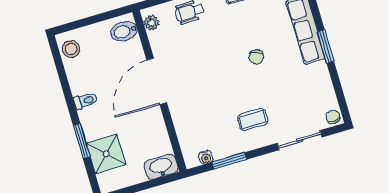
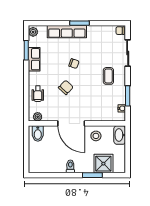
stool: (71, 49) -> (96, 136), moved
chair: (213, 55) -> (66, 87), added

